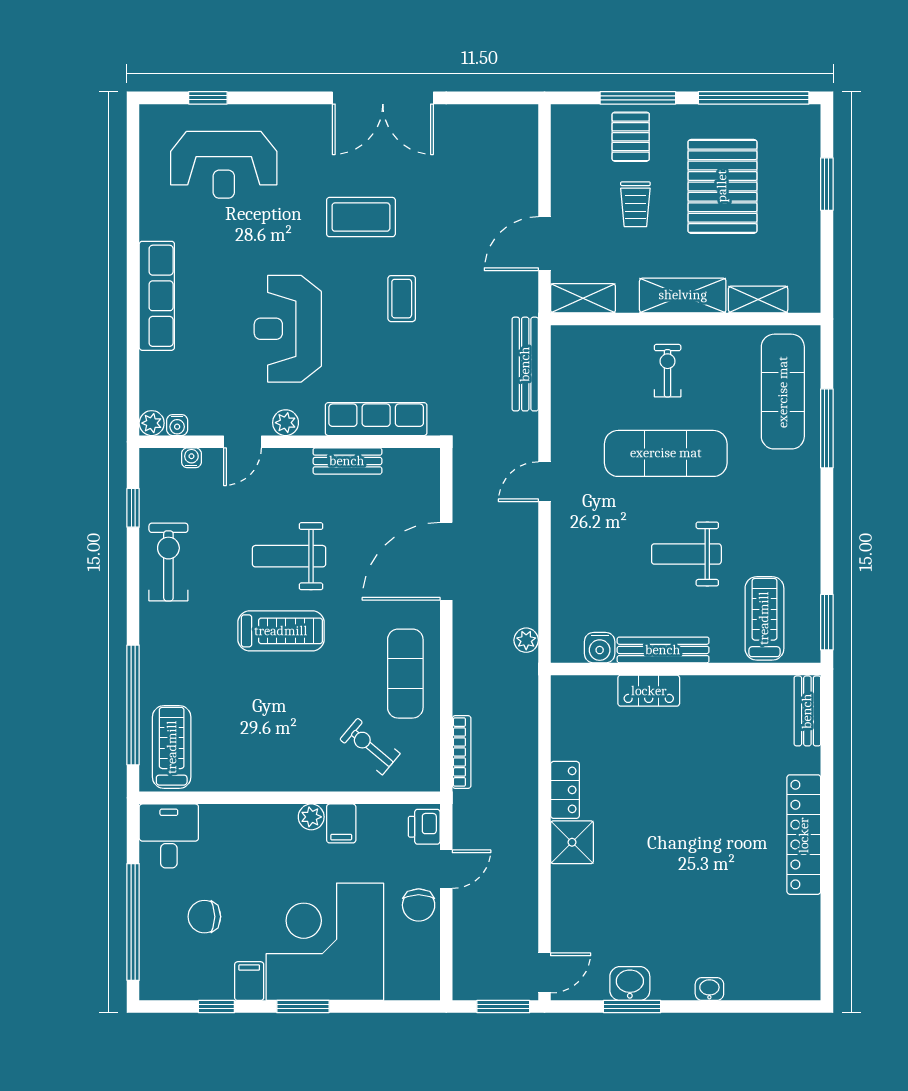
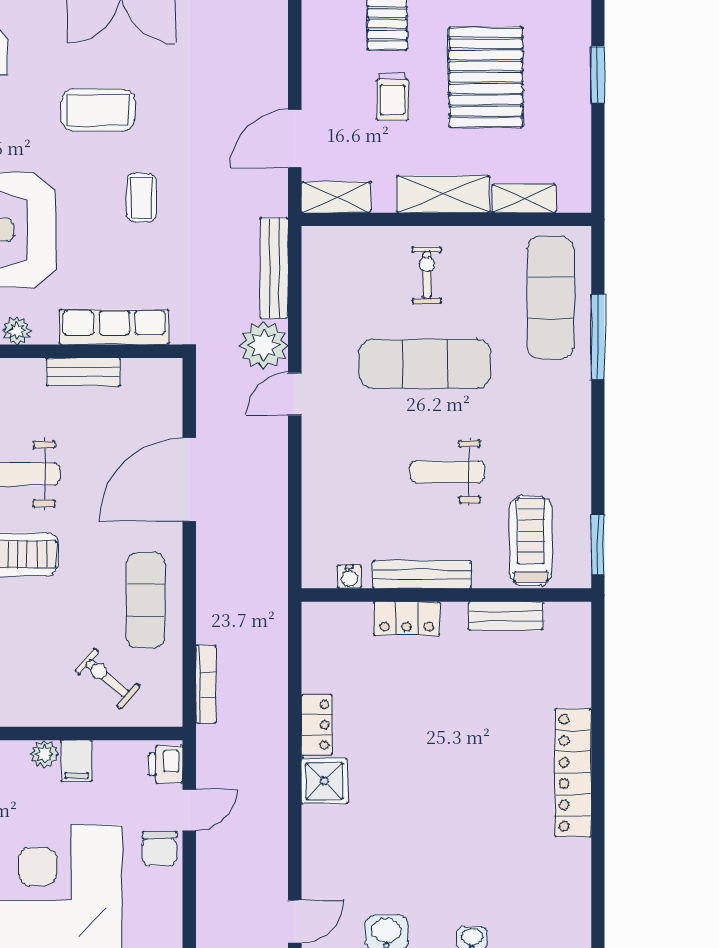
plant: (526, 640) -> (264, 345), moved, width x1.88, depth x1.88
water cooler: (600, 648) -> (349, 577), width x0.72, depth x0.72
bench: (807, 711) -> (506, 616), moved, turned 90

